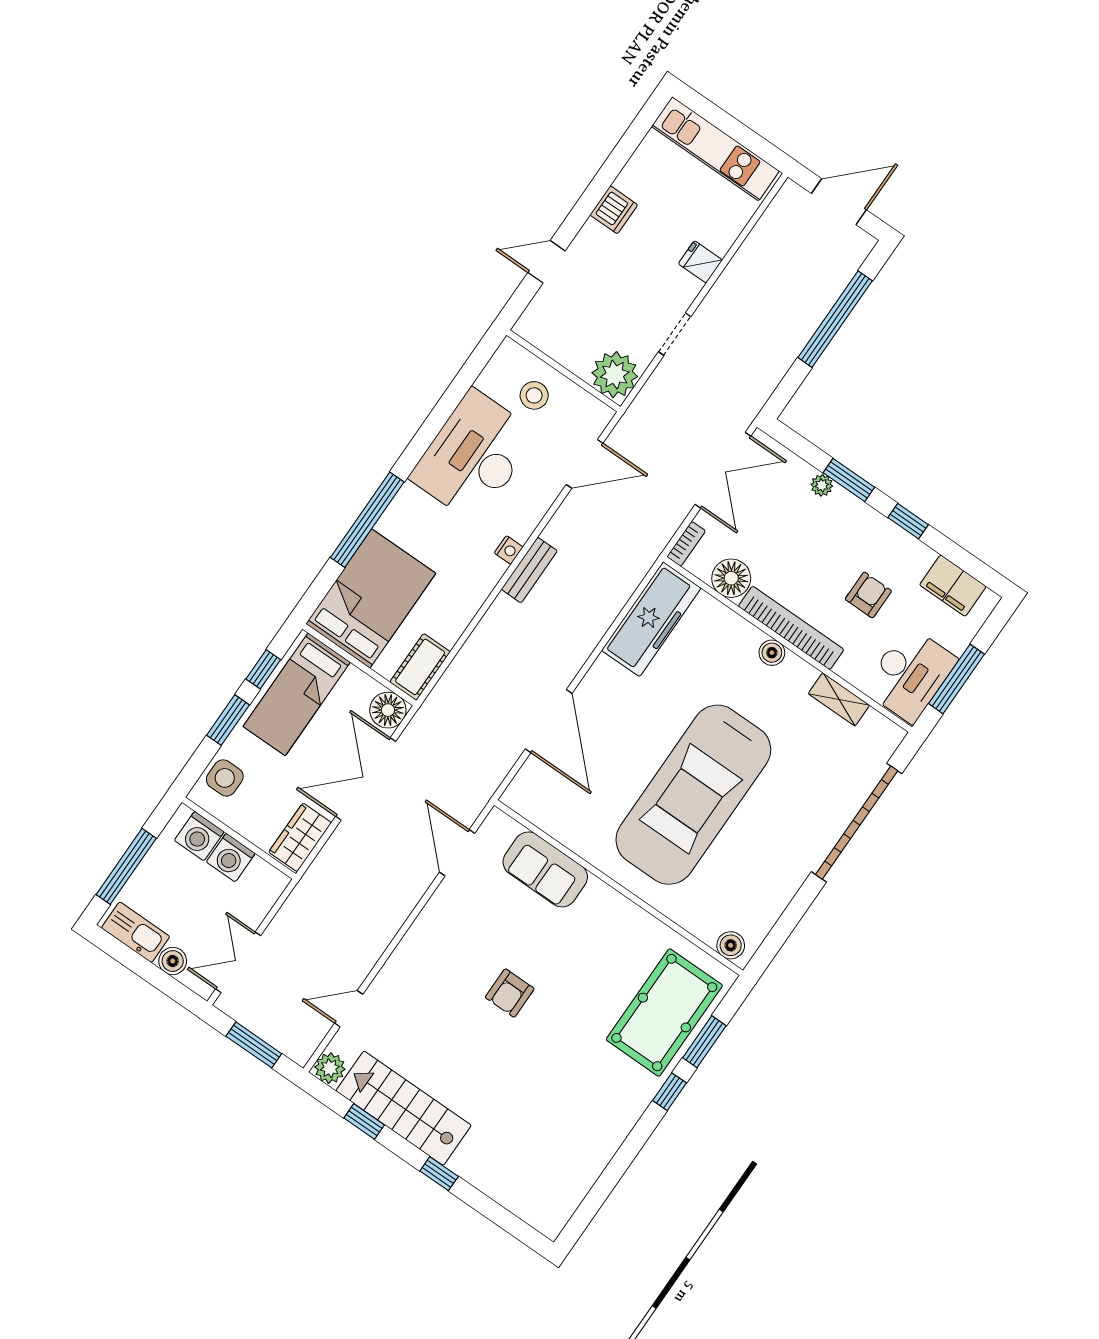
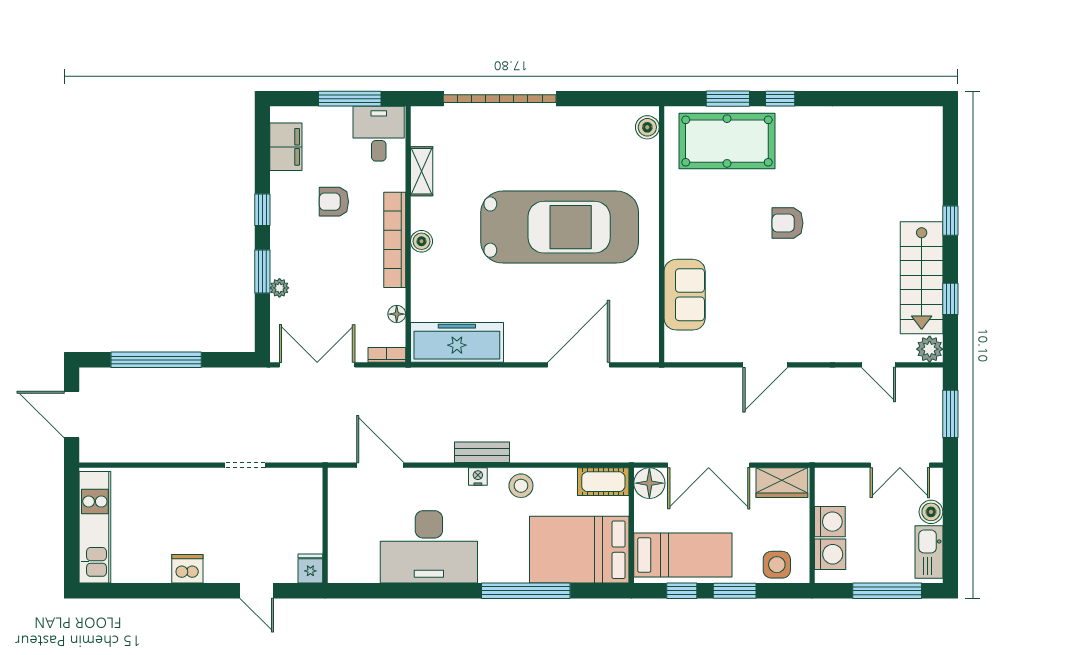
fridge: (700, 262) -> (310, 569), moved, turned 180
plant: (615, 375) -> (303, 488), removed
stool: (534, 395) -> (521, 486), moved
floor lamp: (731, 578) -> (397, 314), width x0.53, depth x0.53
desk: (910, 674) -> (379, 134), width x0.73
door: (457, 853) -> (765, 365), moved
armchair: (510, 993) -> (787, 223), moved, turned 180

